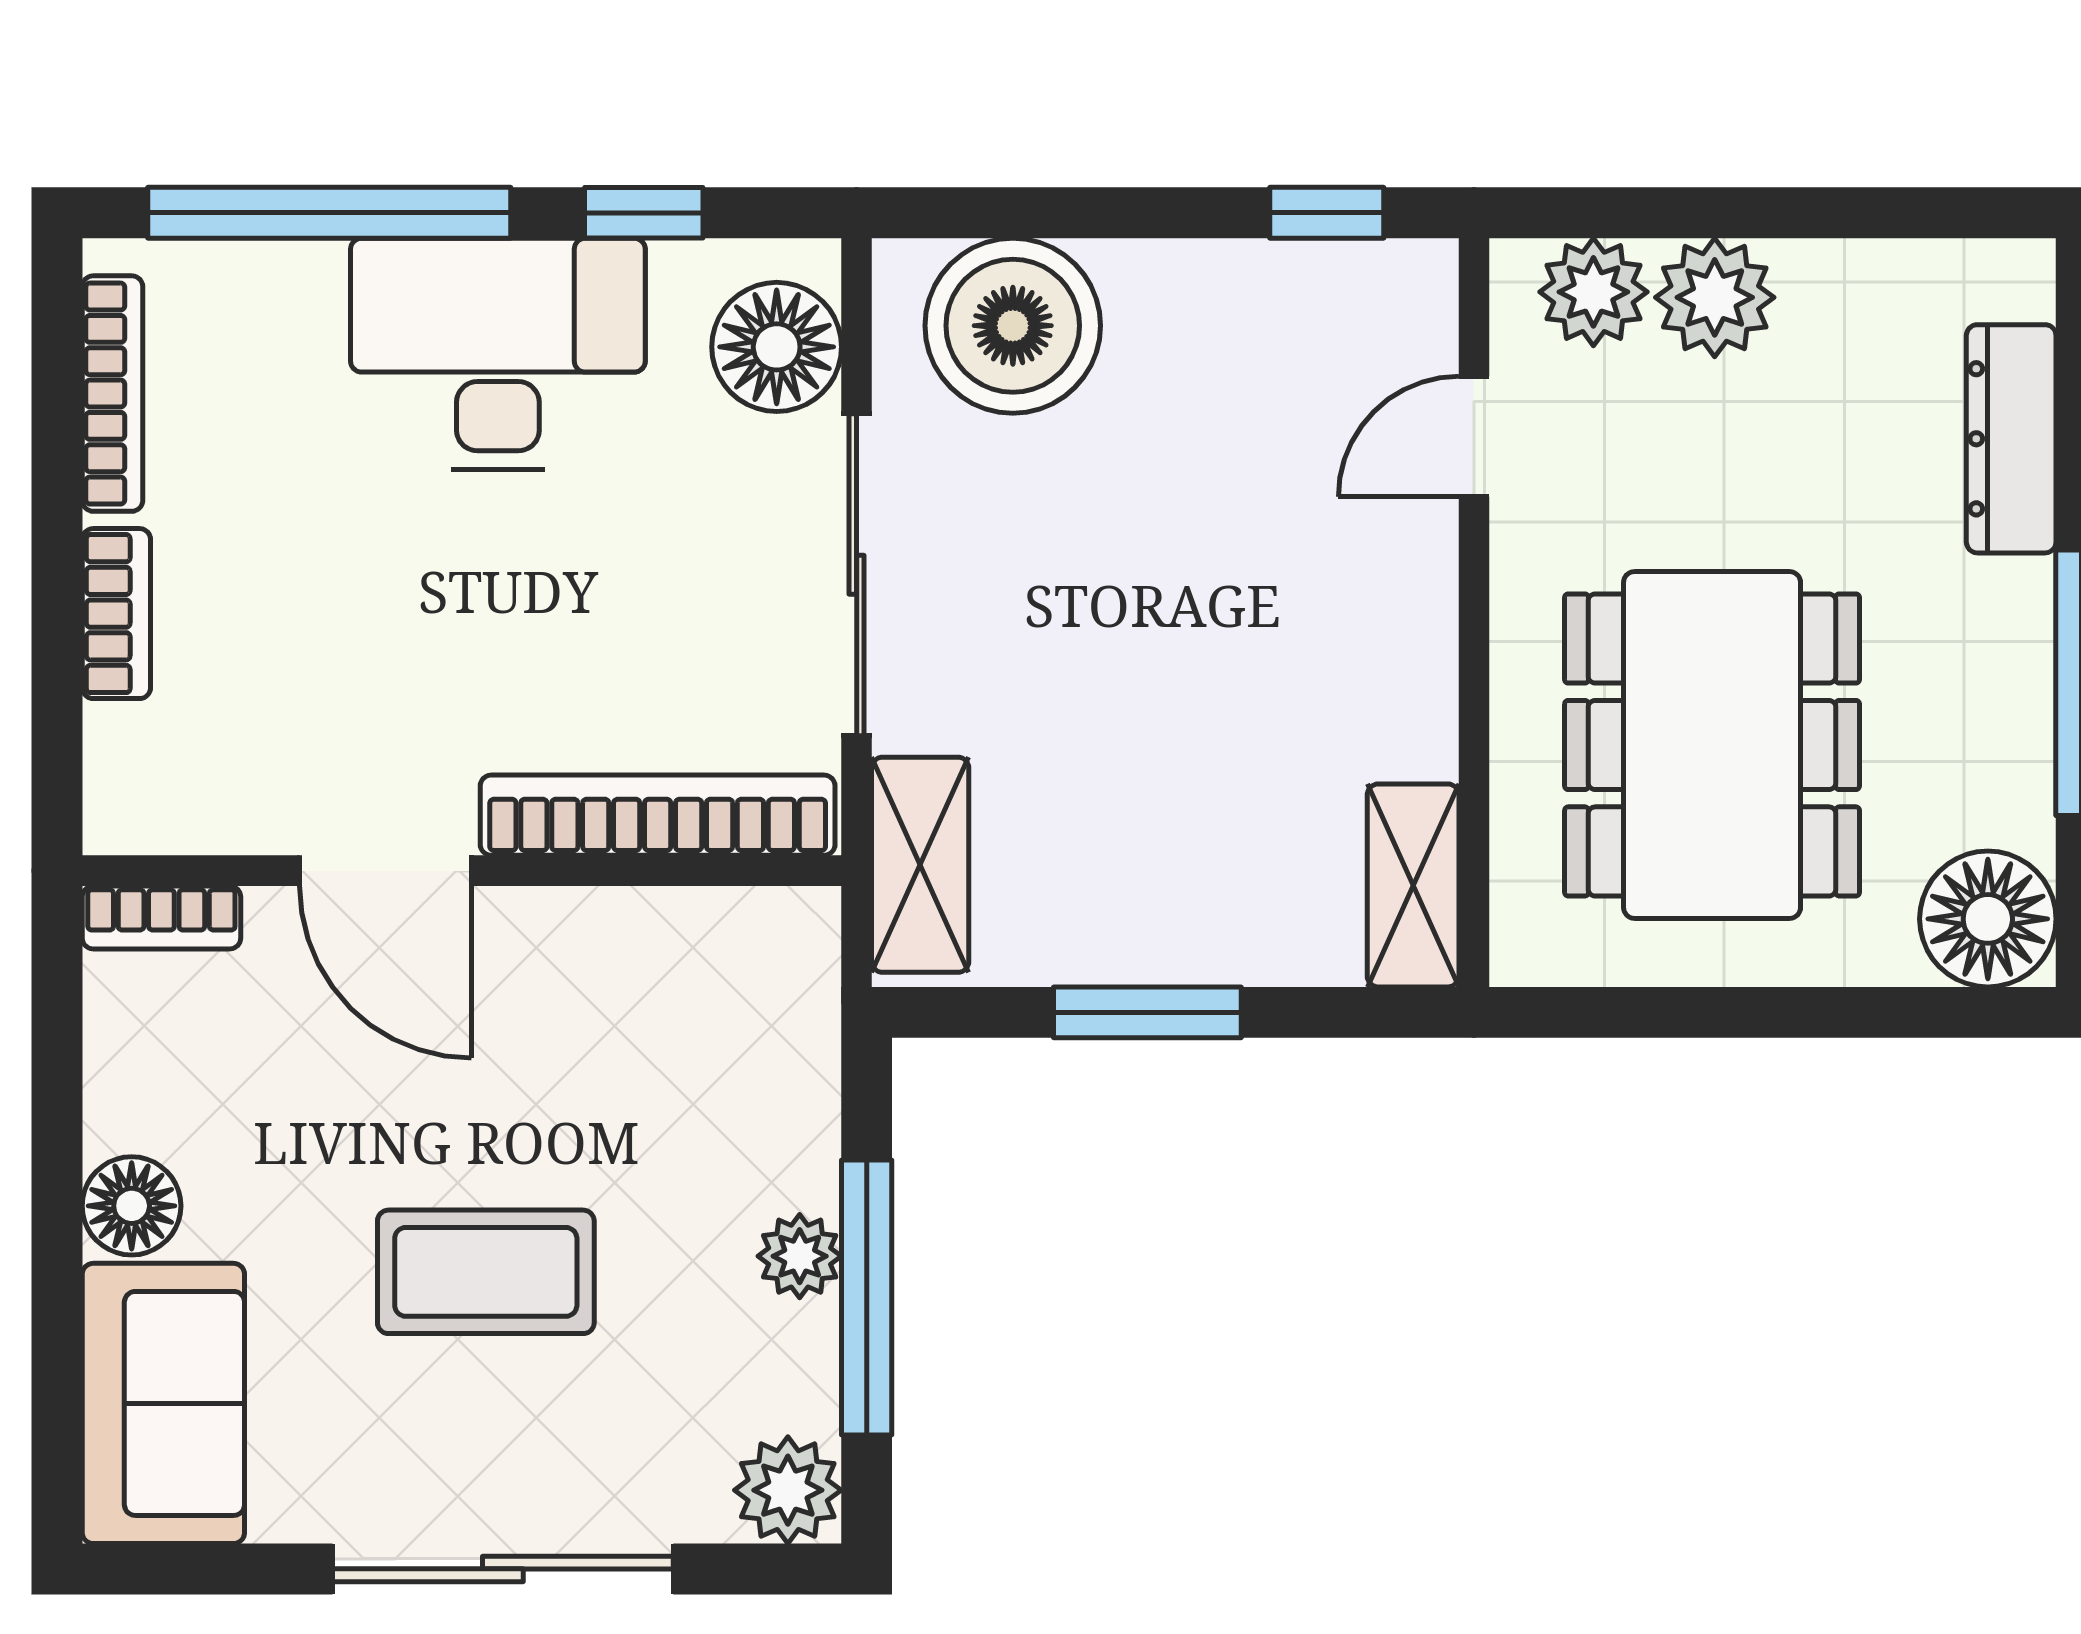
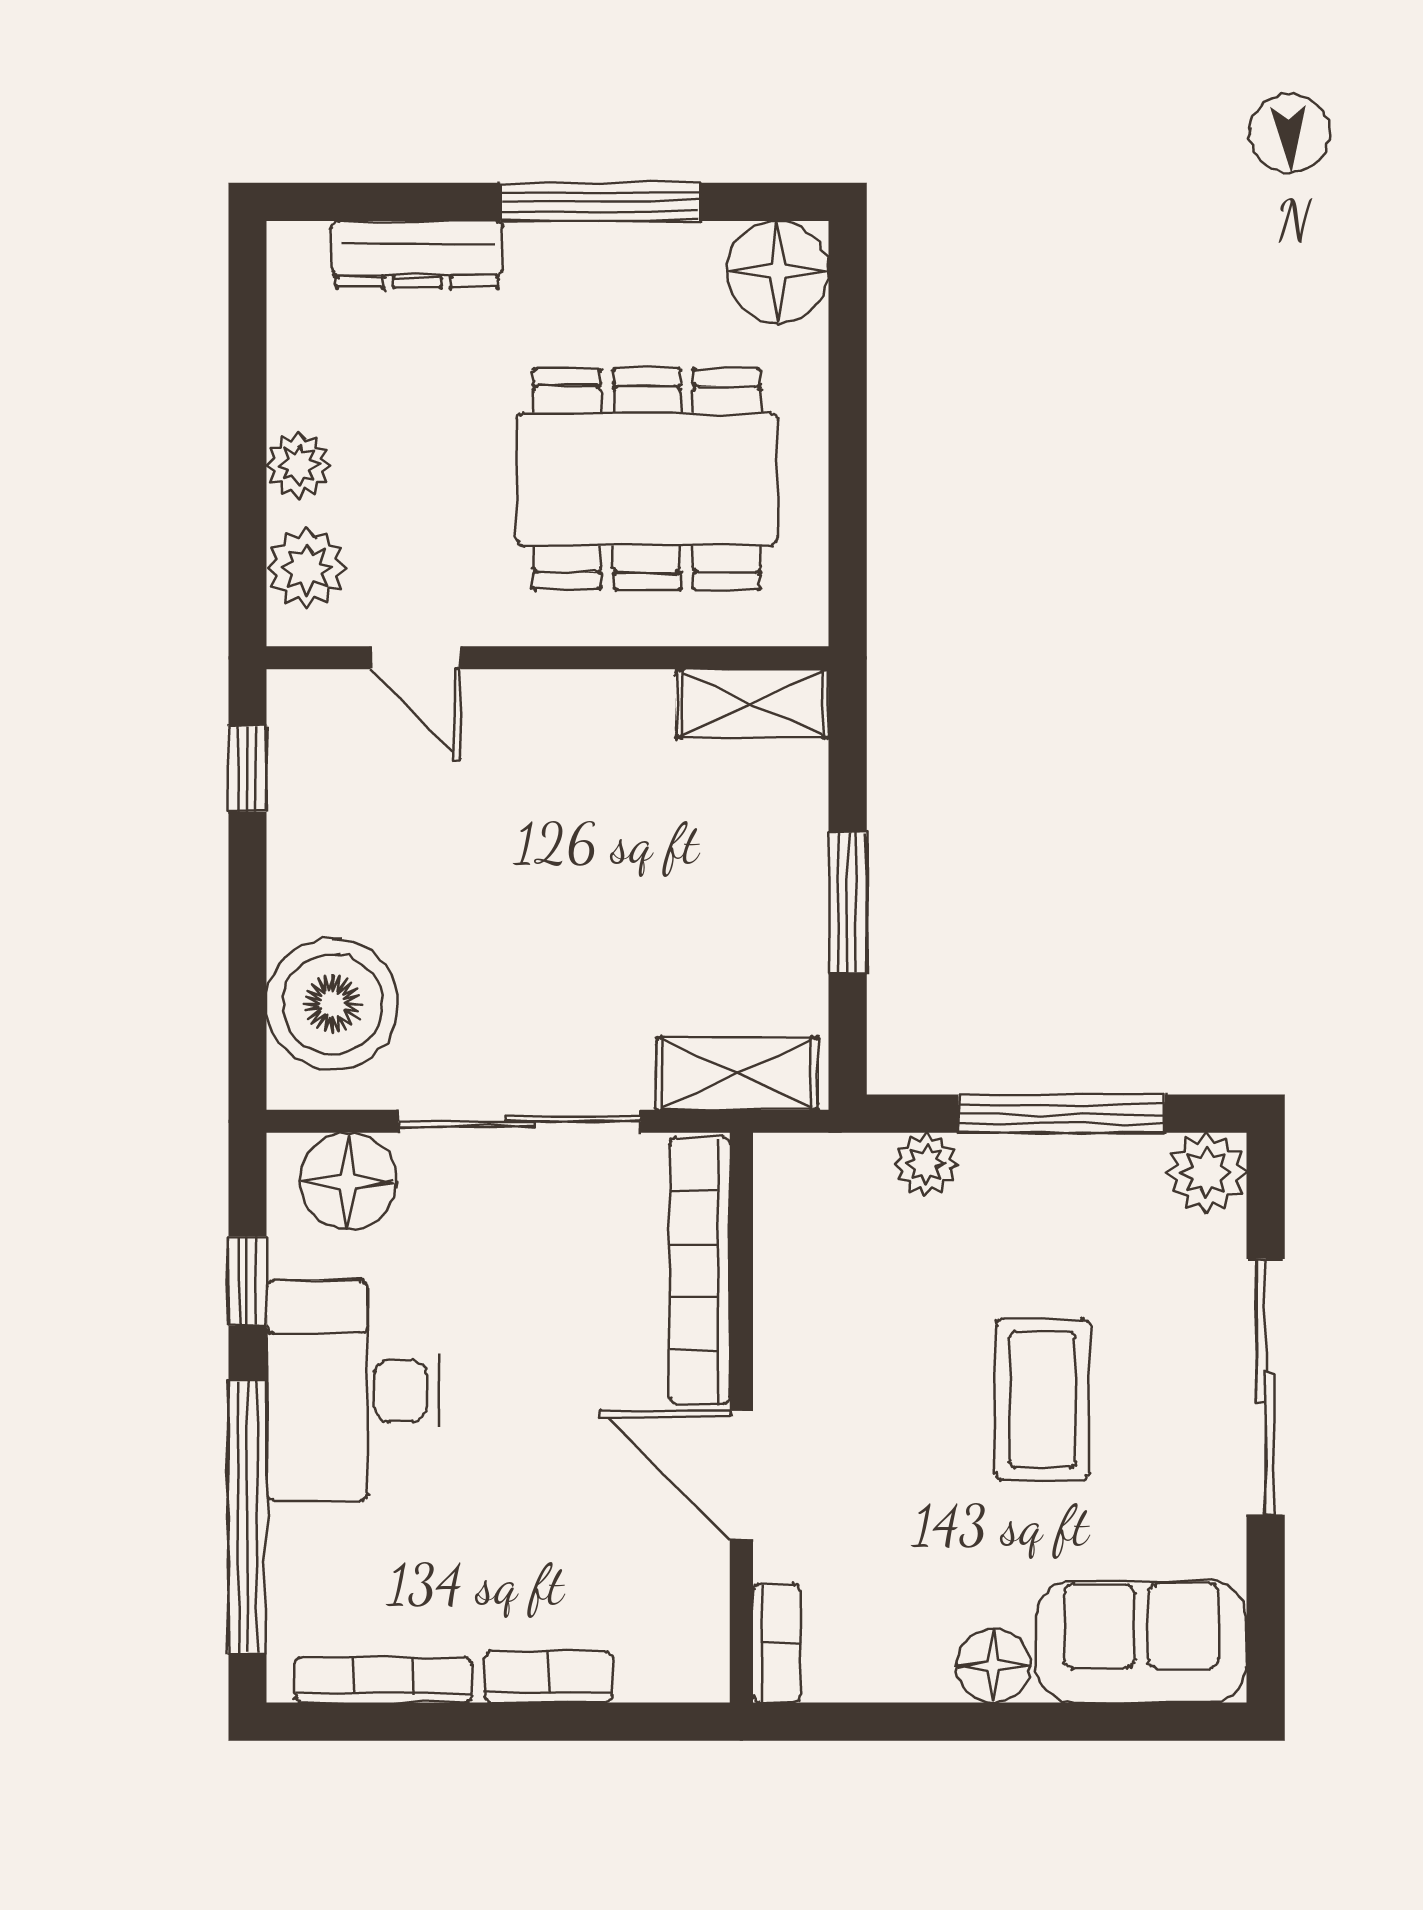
plant: (1715, 297) -> (299, 465), width x0.73, depth x0.73
door: (385, 871) -> (741, 1475), swing flipped
plant: (800, 1256) -> (926, 1164), moved

